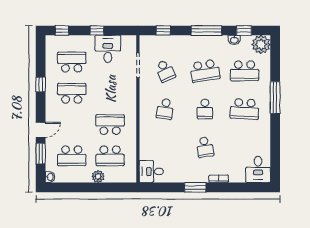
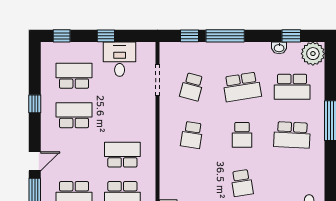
window: (206, 30) -> (225, 36), moved
school desk: (165, 71) -> (192, 87), turned 39

